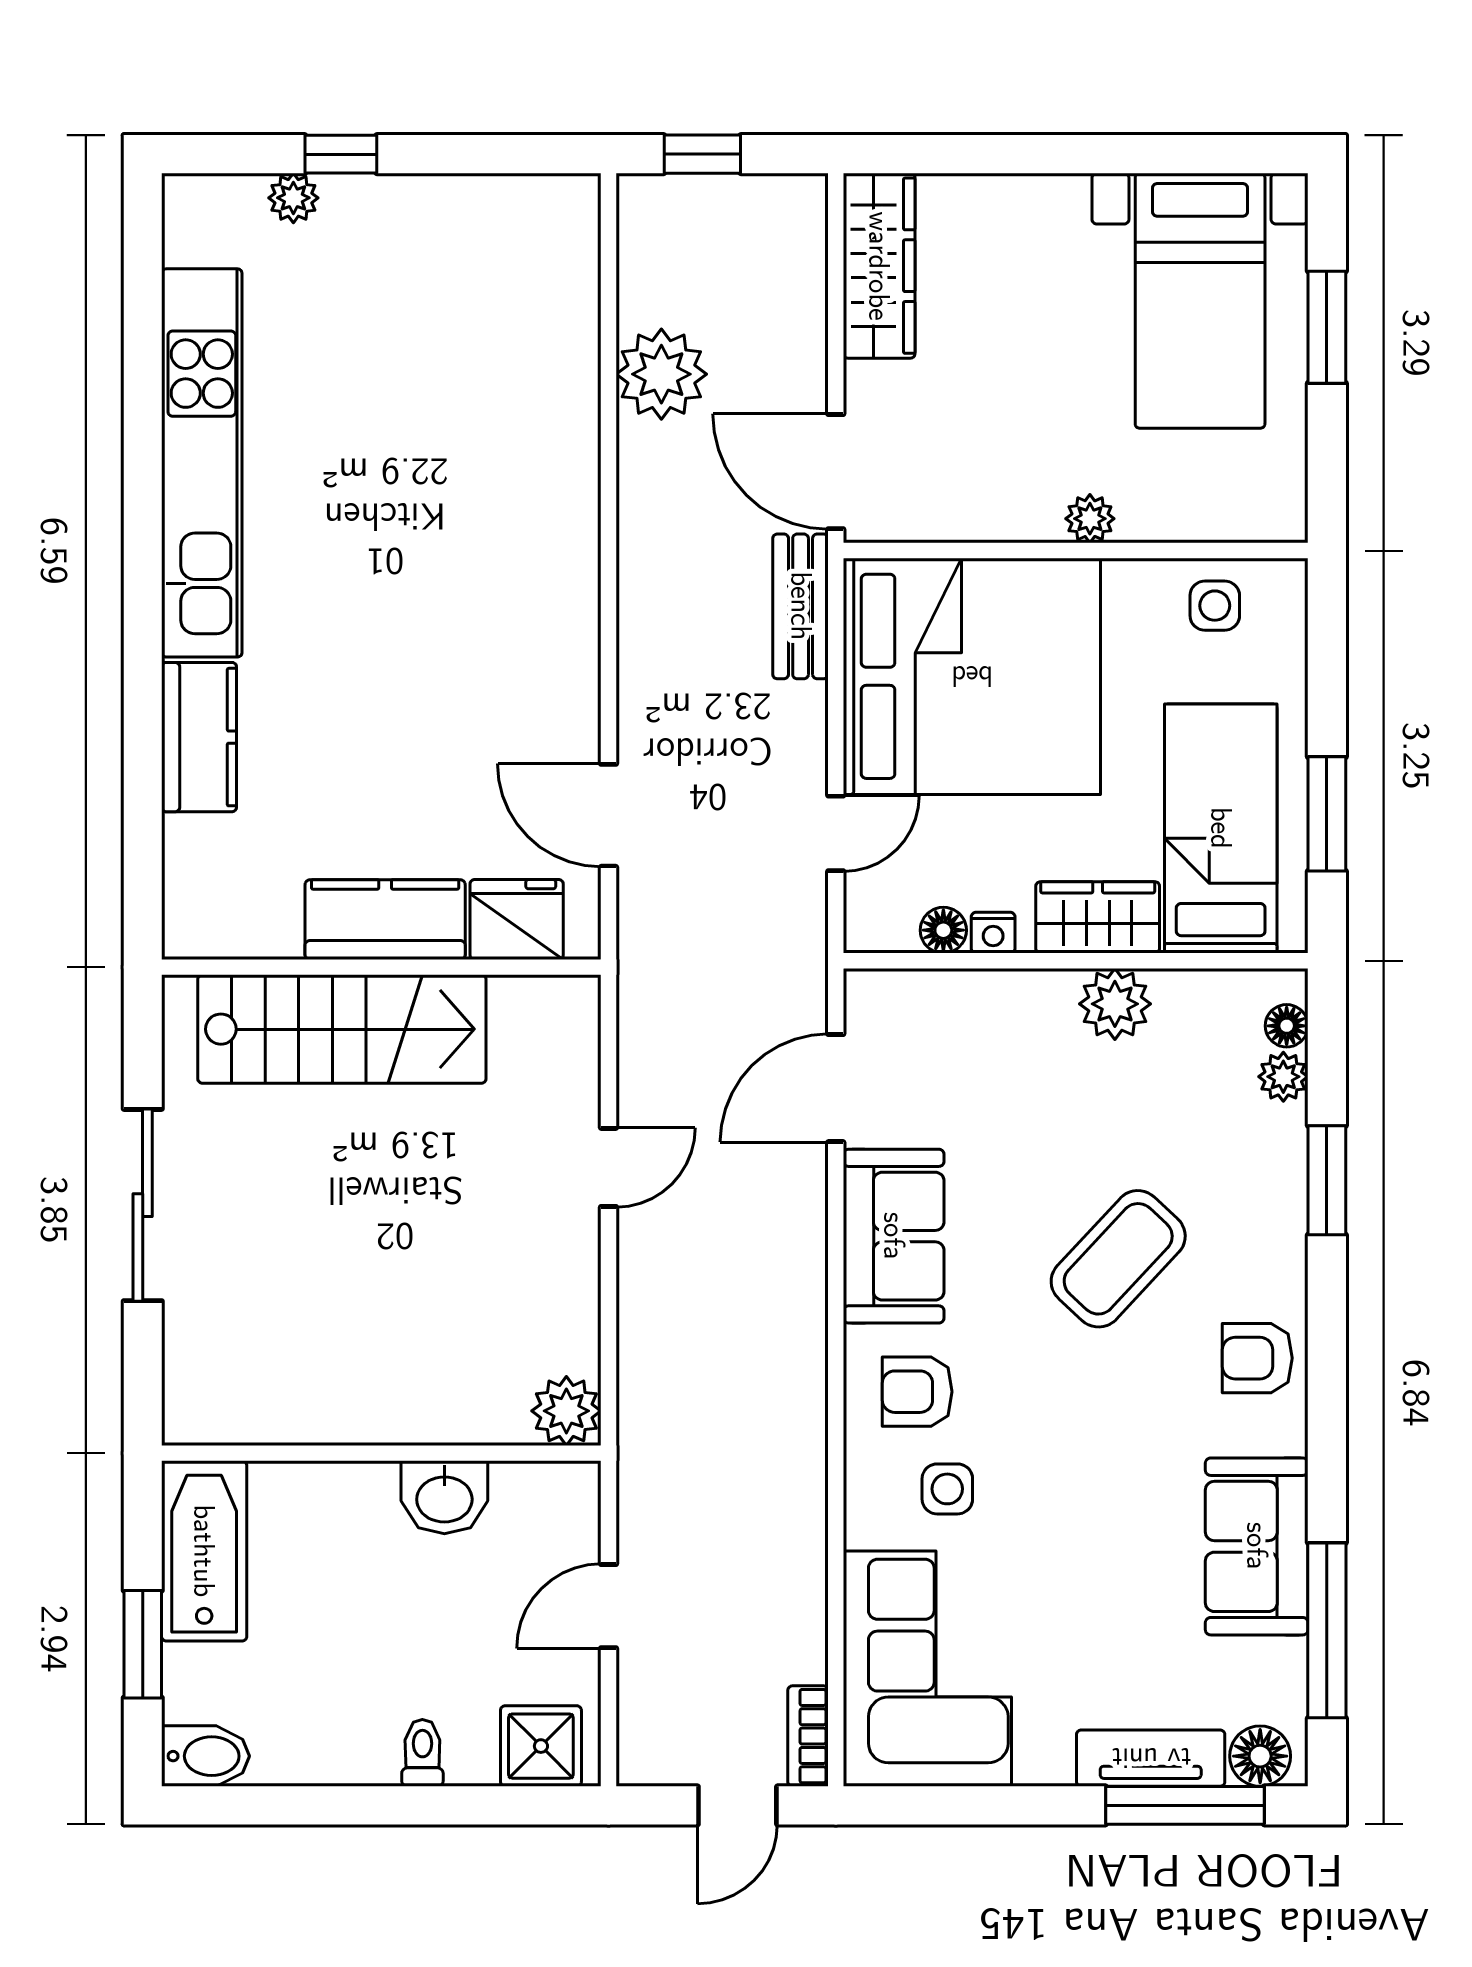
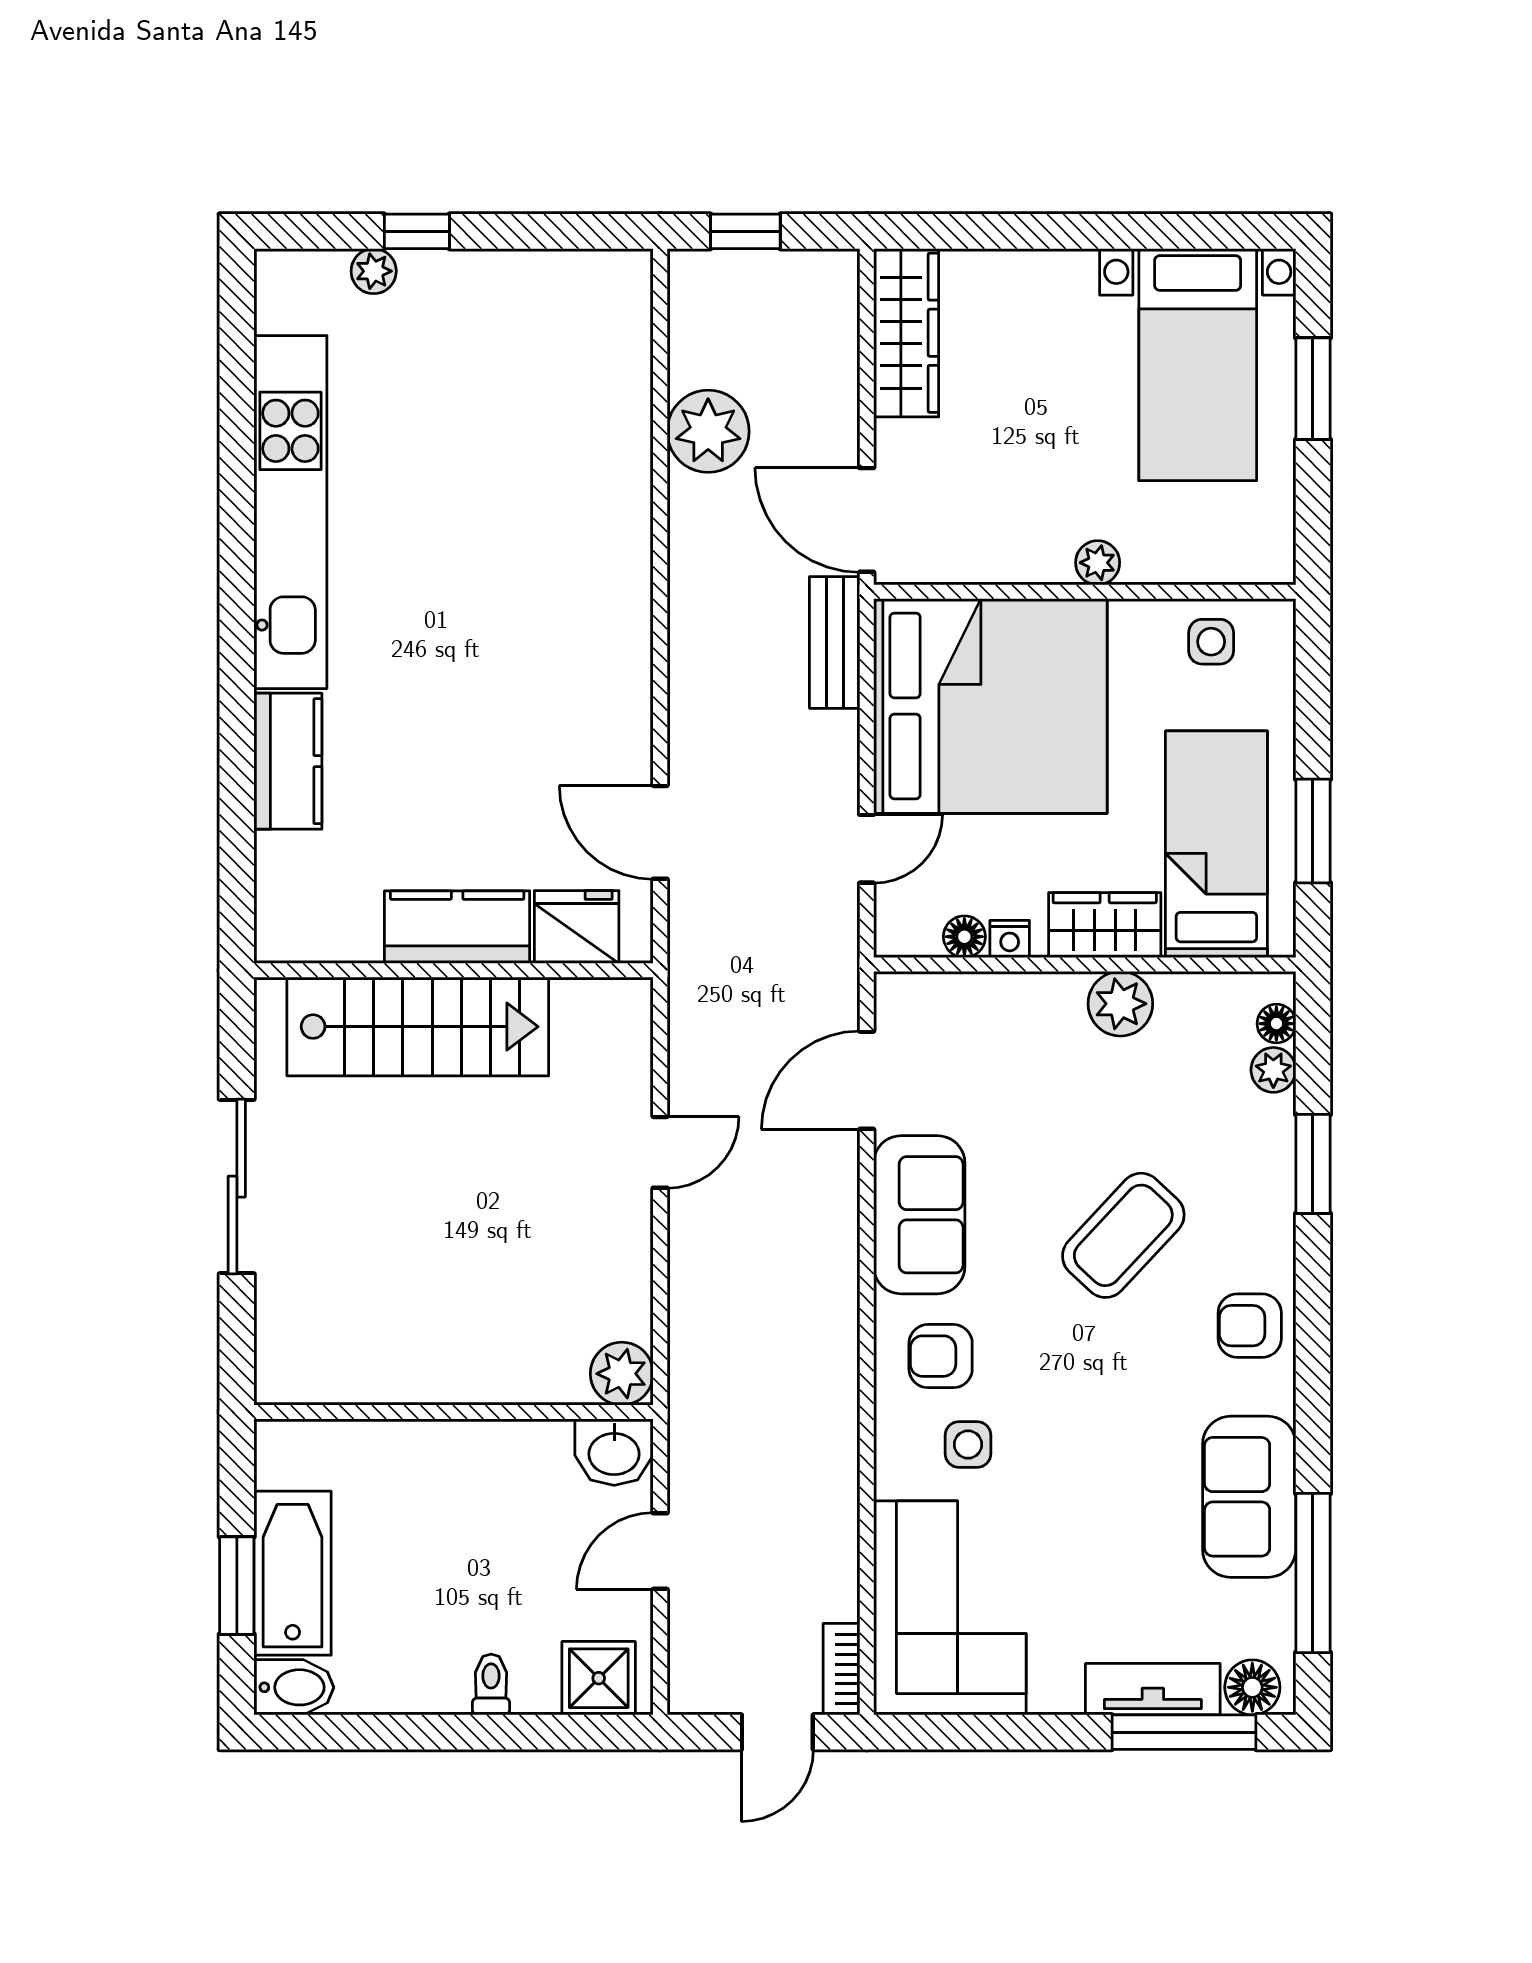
washbasin: (444, 1497) -> (614, 1452), moved
bathtub: (204, 1551) -> (293, 1573), moved

